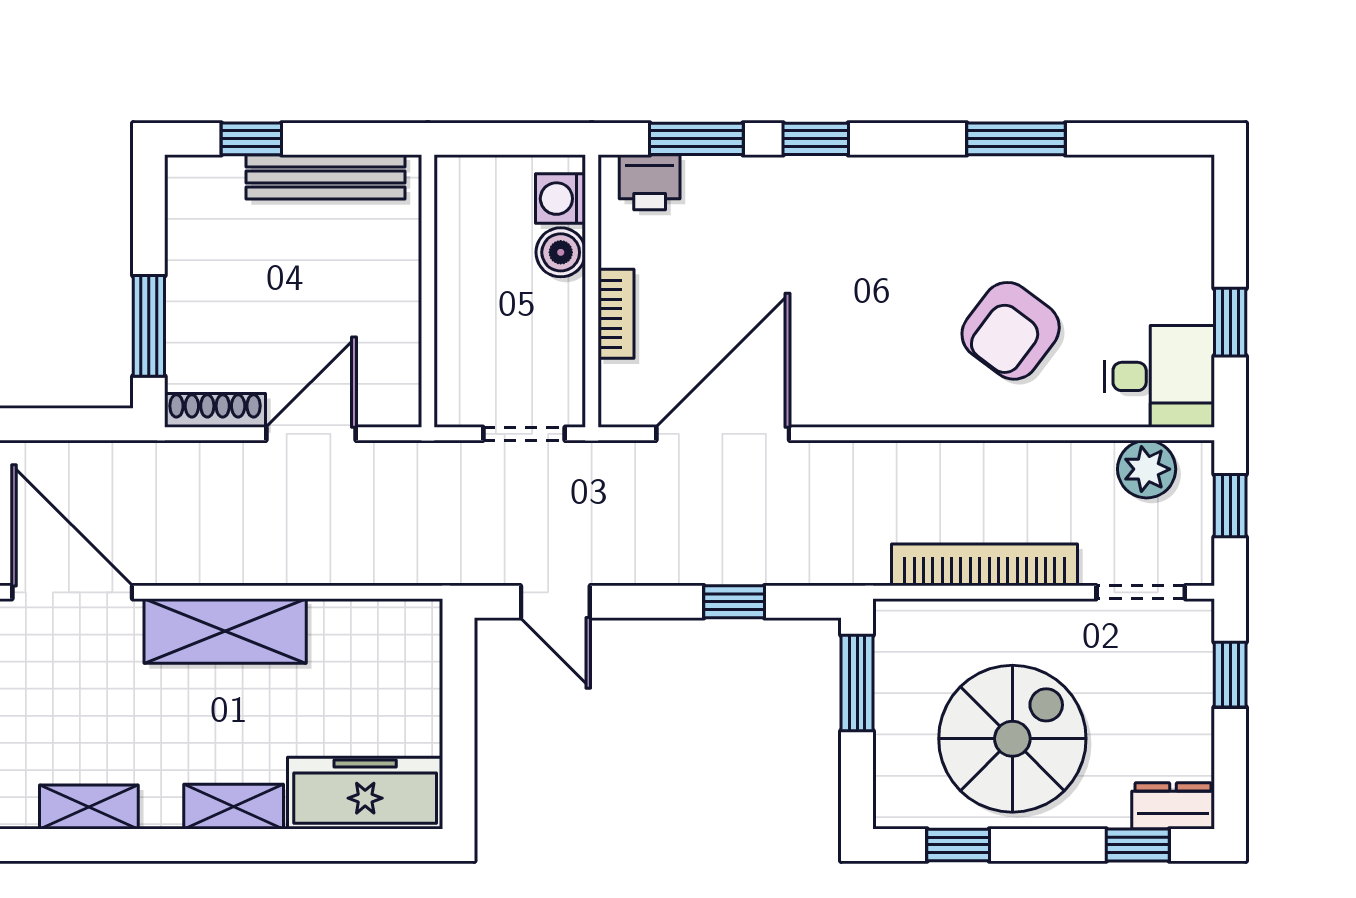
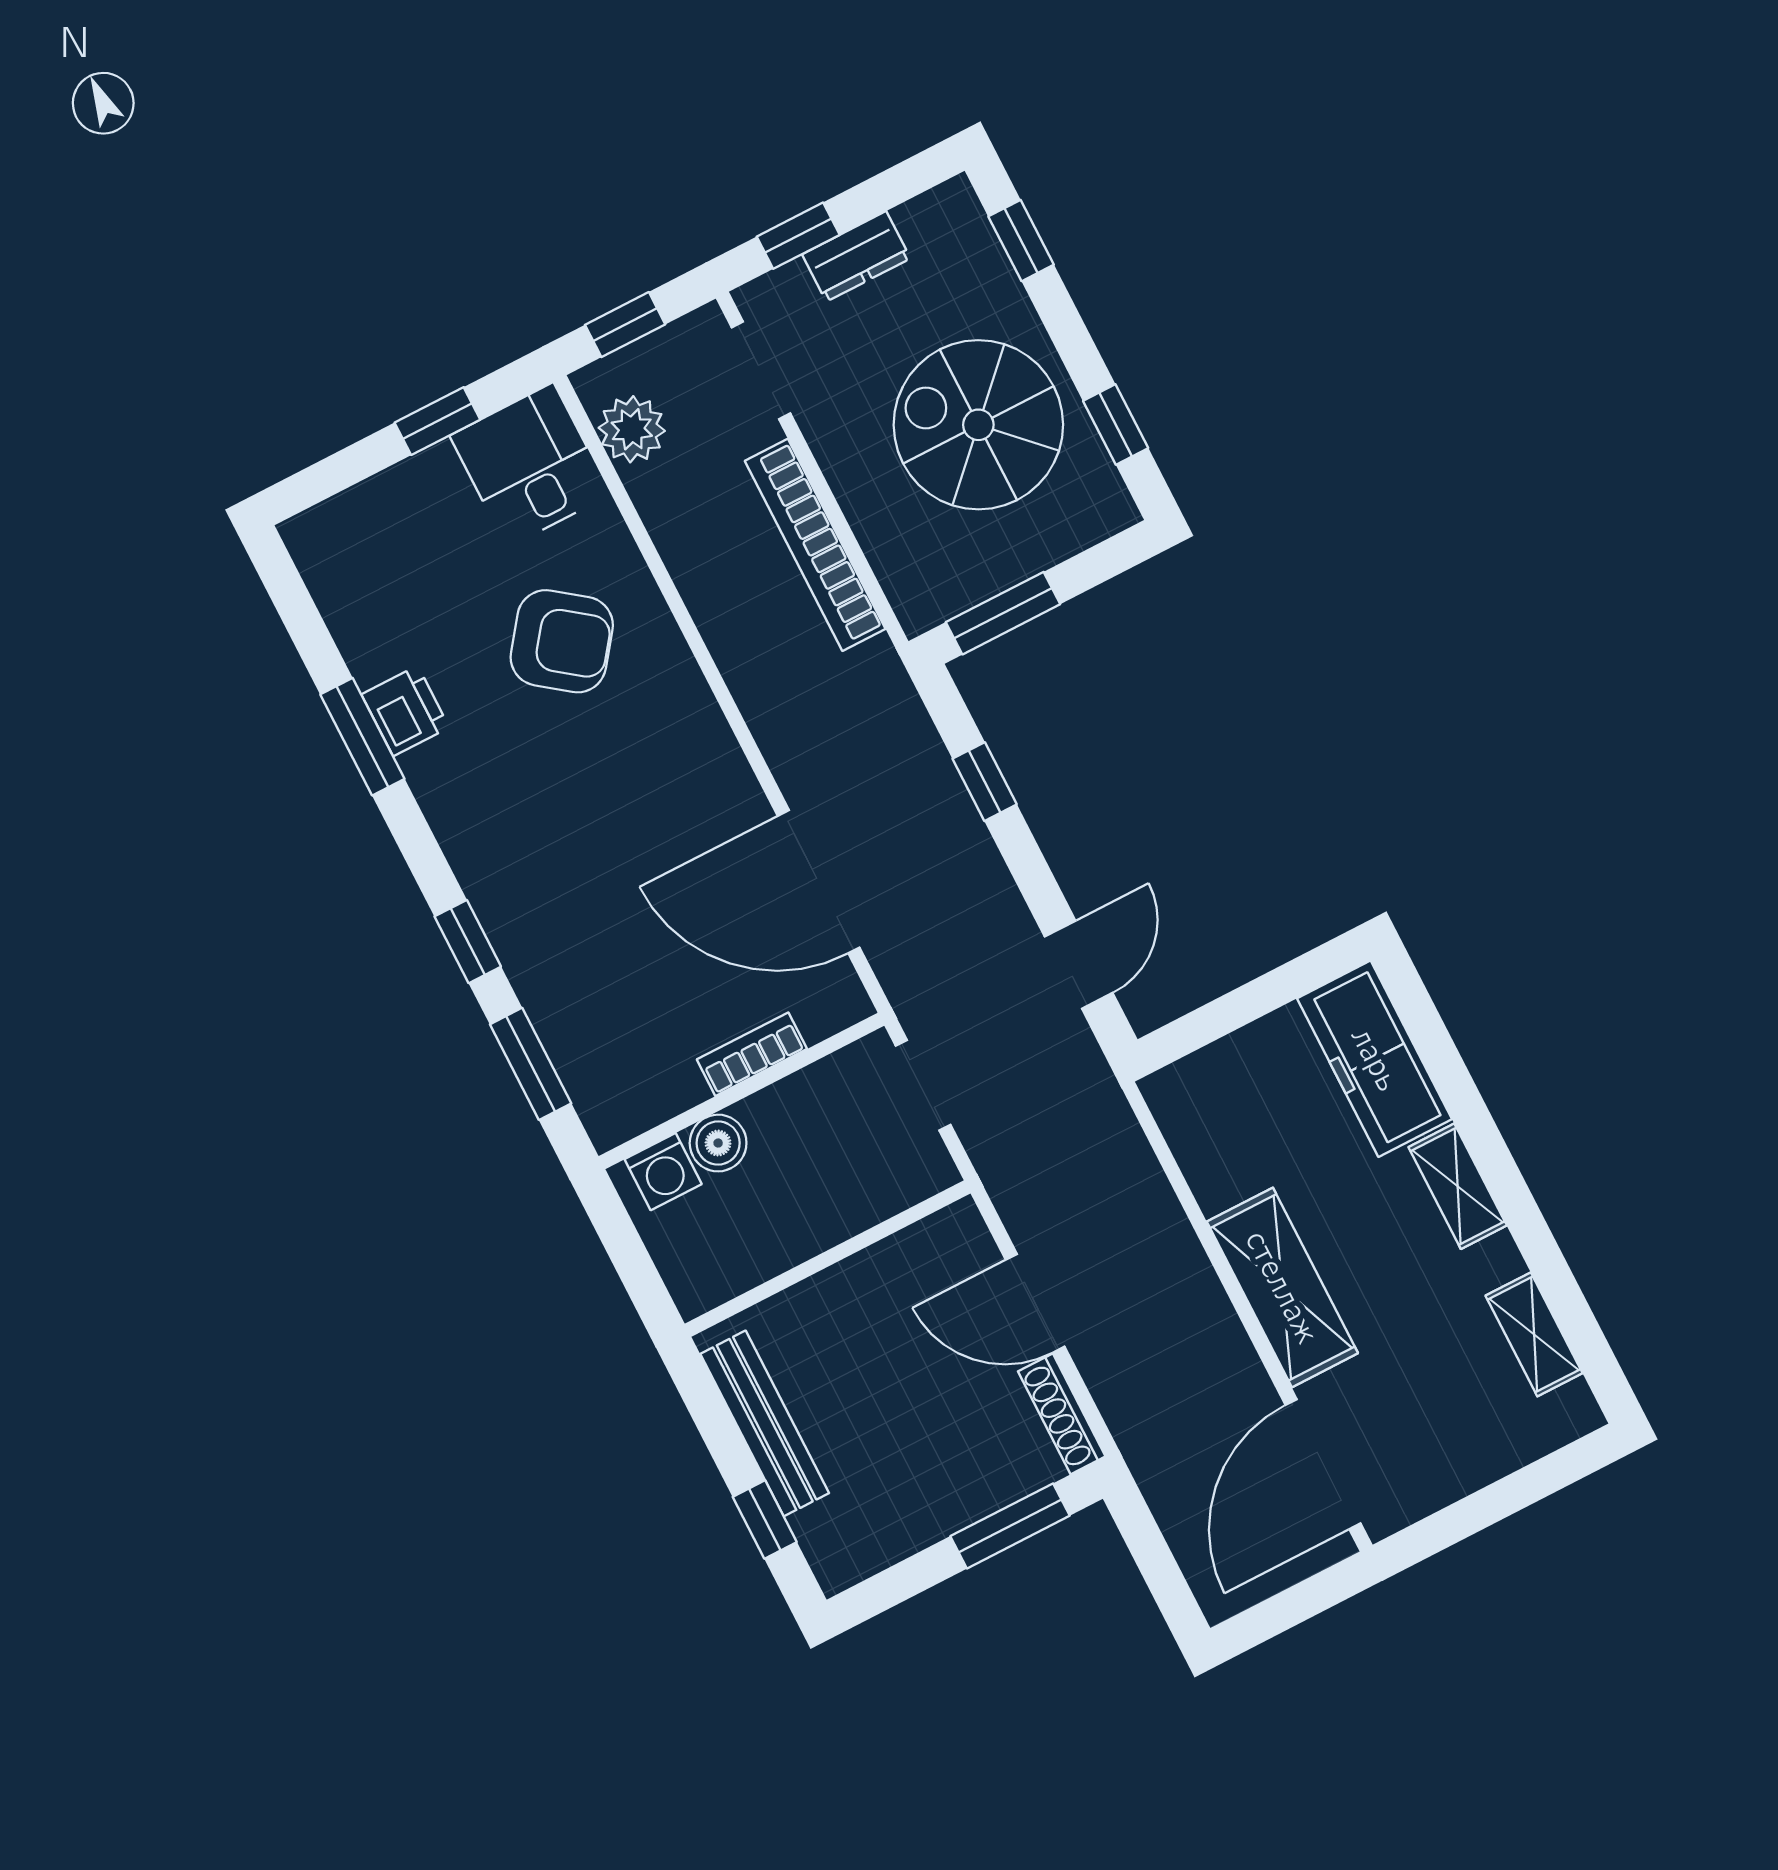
printer: (650, 182) -> (405, 711), moved
dresser: (1173, 806) -> (856, 256), moved, turned -90

